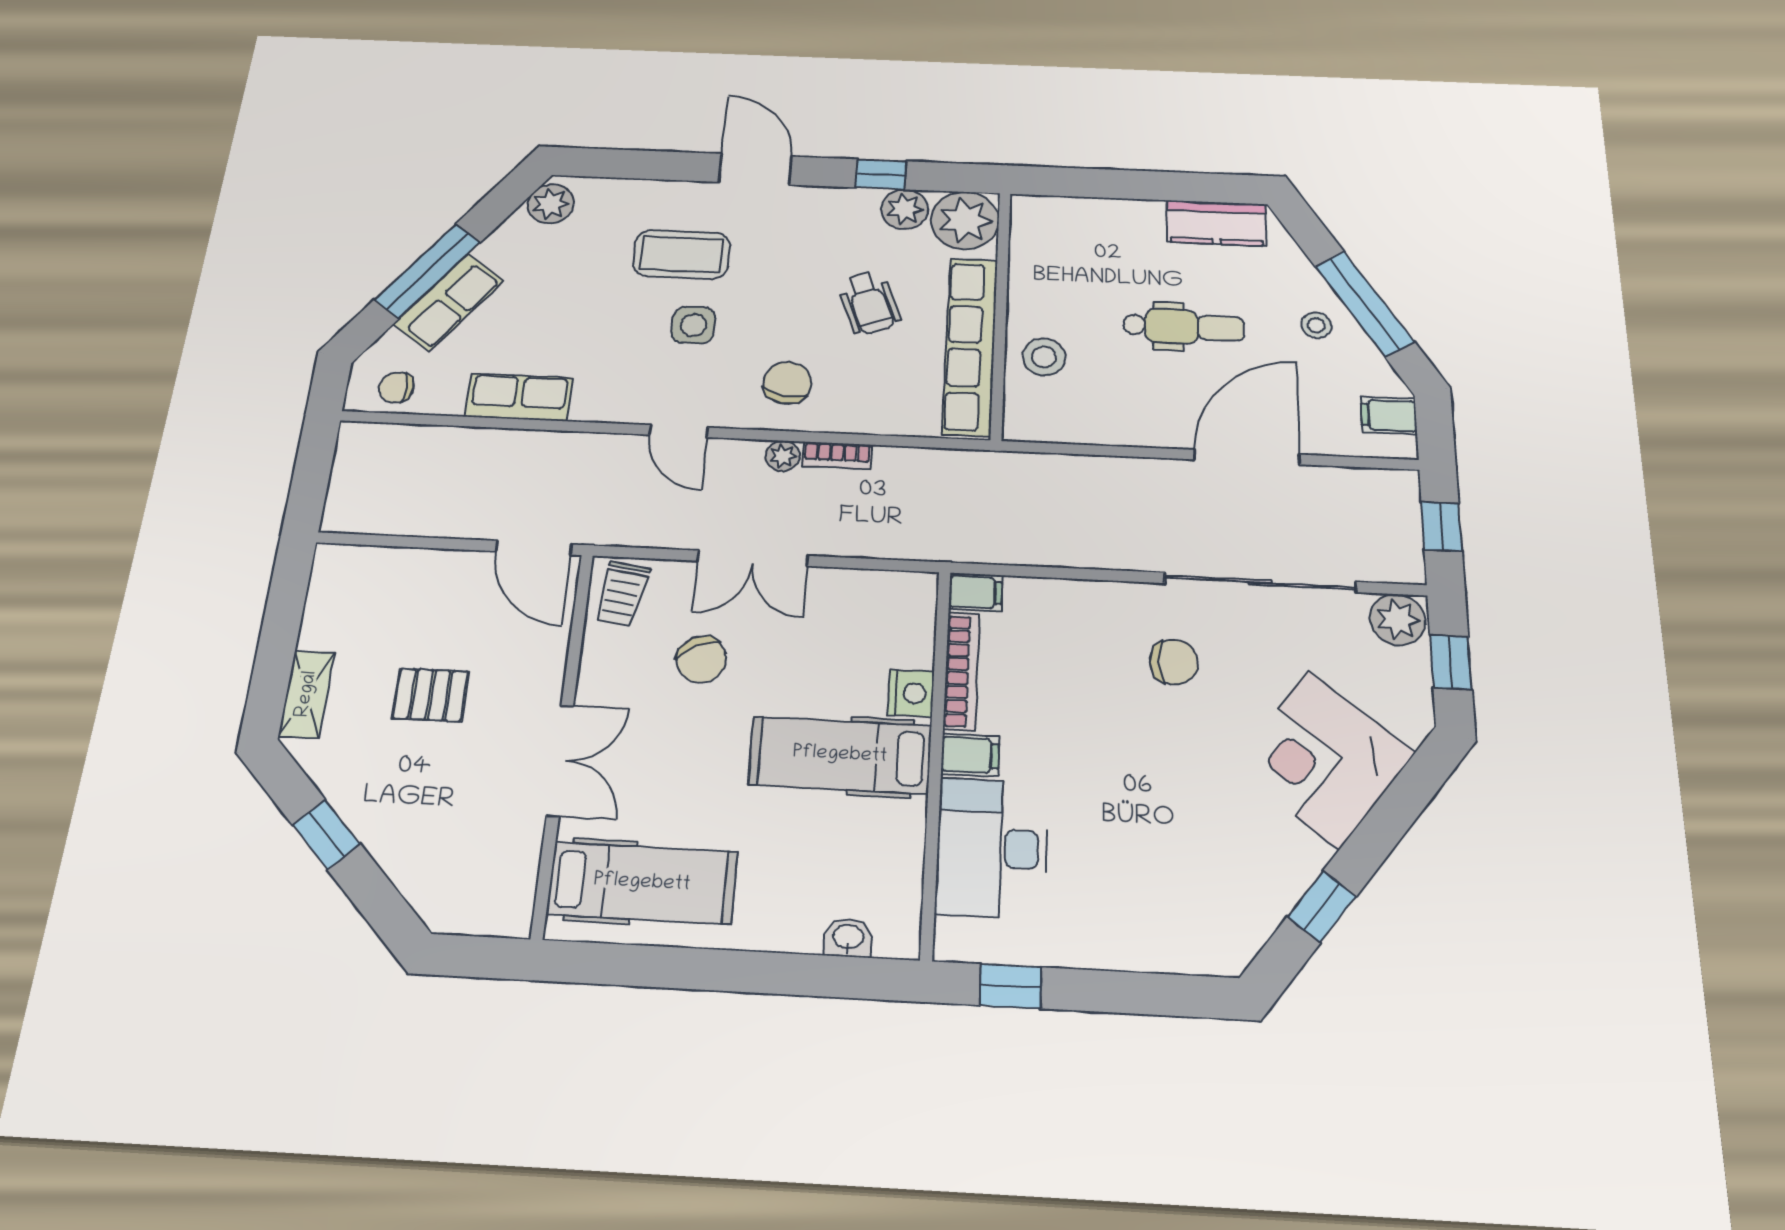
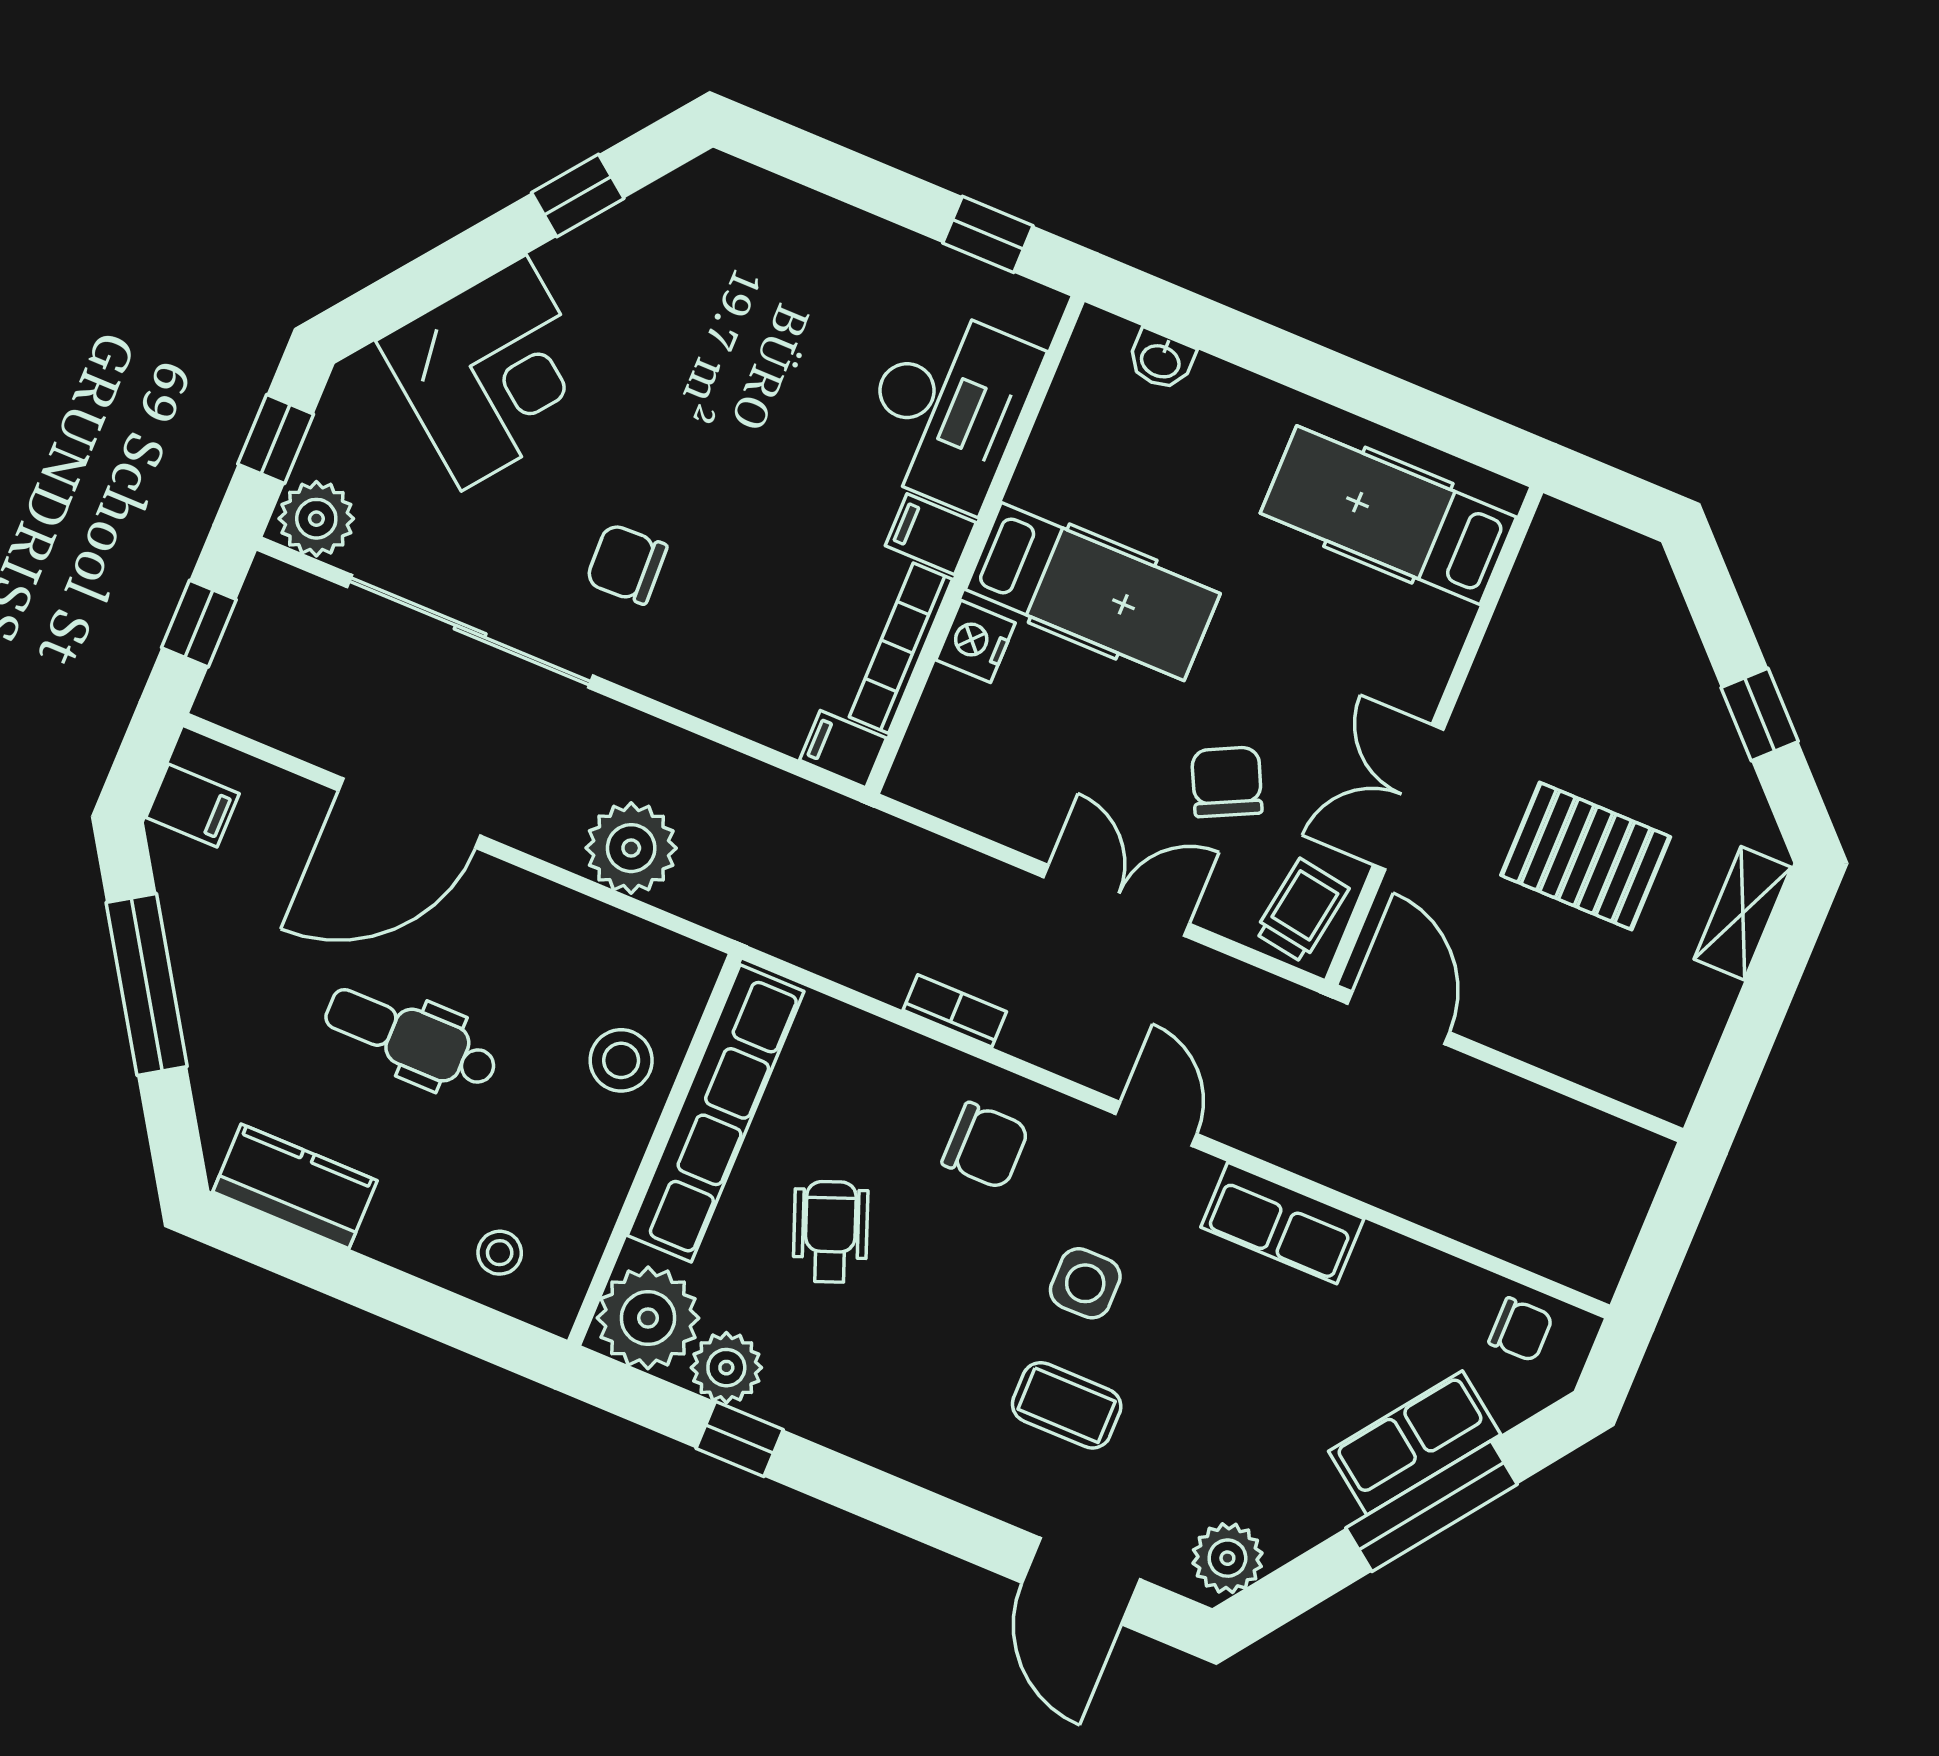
door: (755, 169) -> (1081, 1581), moved
coffee table: (682, 254) -> (1067, 1405), width x0.73, depth x0.77
stool: (1316, 325) -> (500, 1253), moved
chair: (787, 383) -> (986, 1146), turned -100
row of seats: (519, 397) -> (1282, 1223), moved
plant: (783, 456) -> (631, 848), moved, width x1.88, depth x1.88
pallet: (430, 695) -> (1586, 856), width x1.50, depth x1.42
double door: (560, 760) -> (1408, 797), moved

